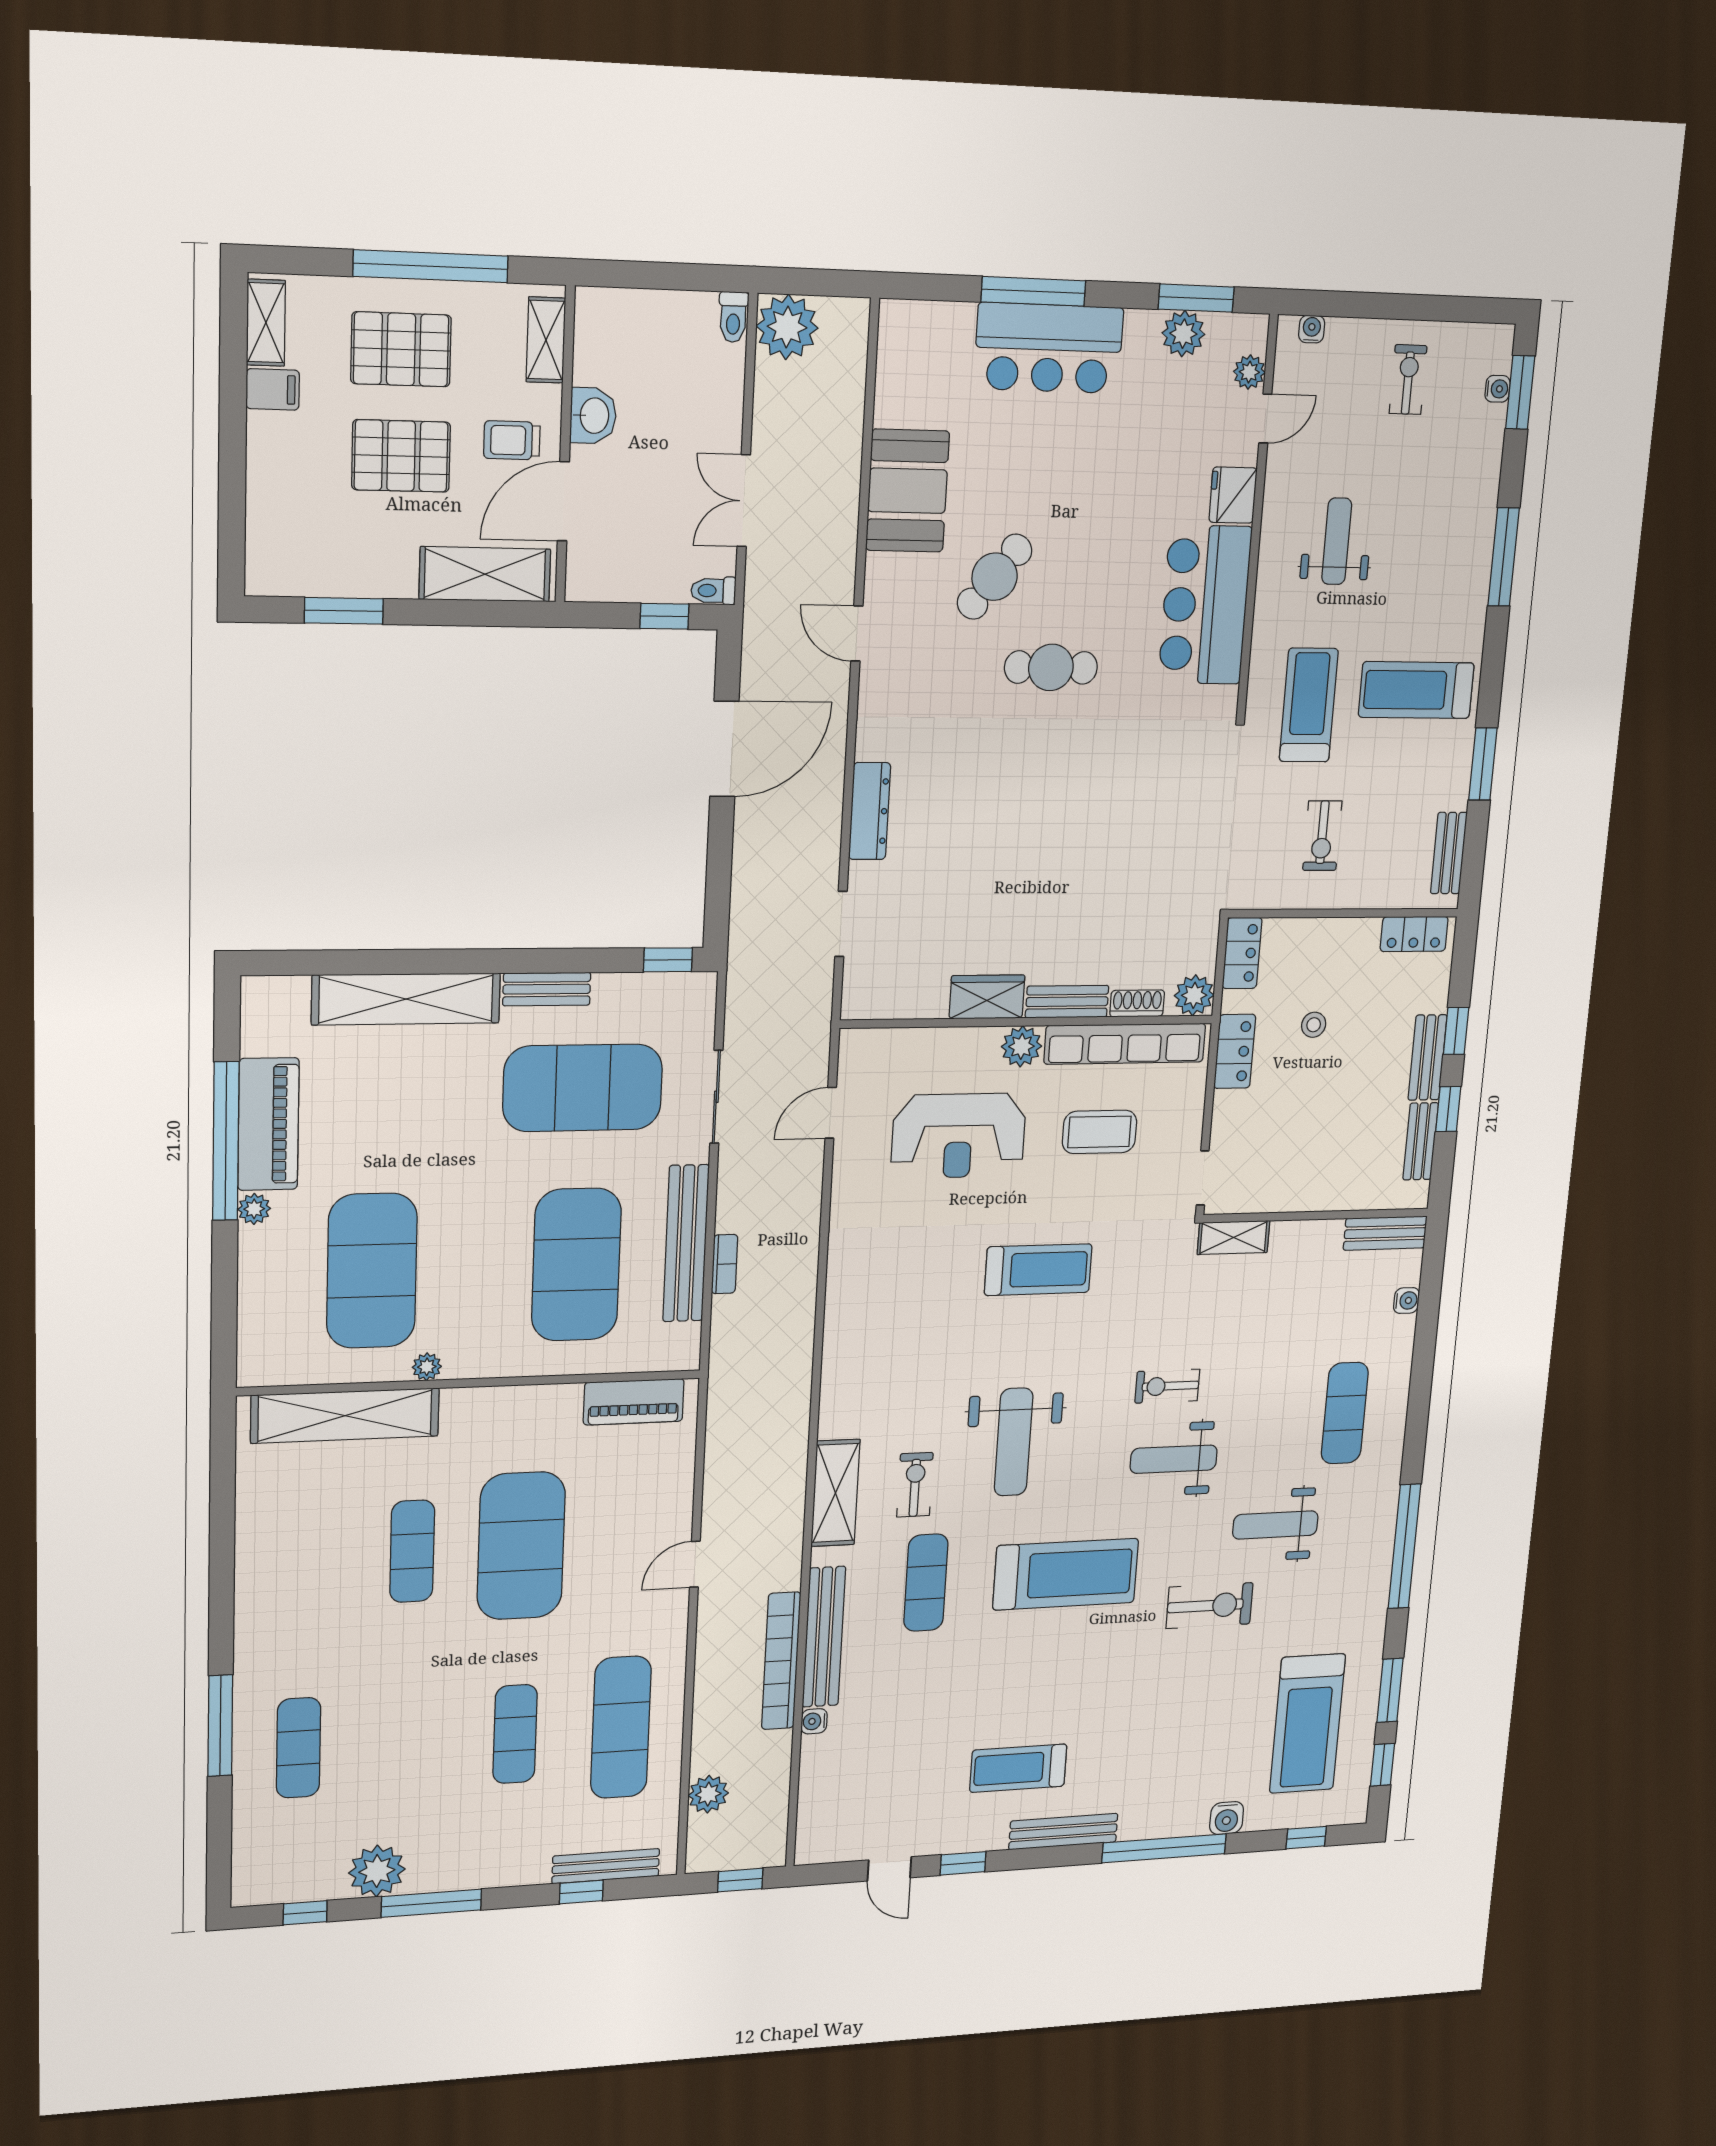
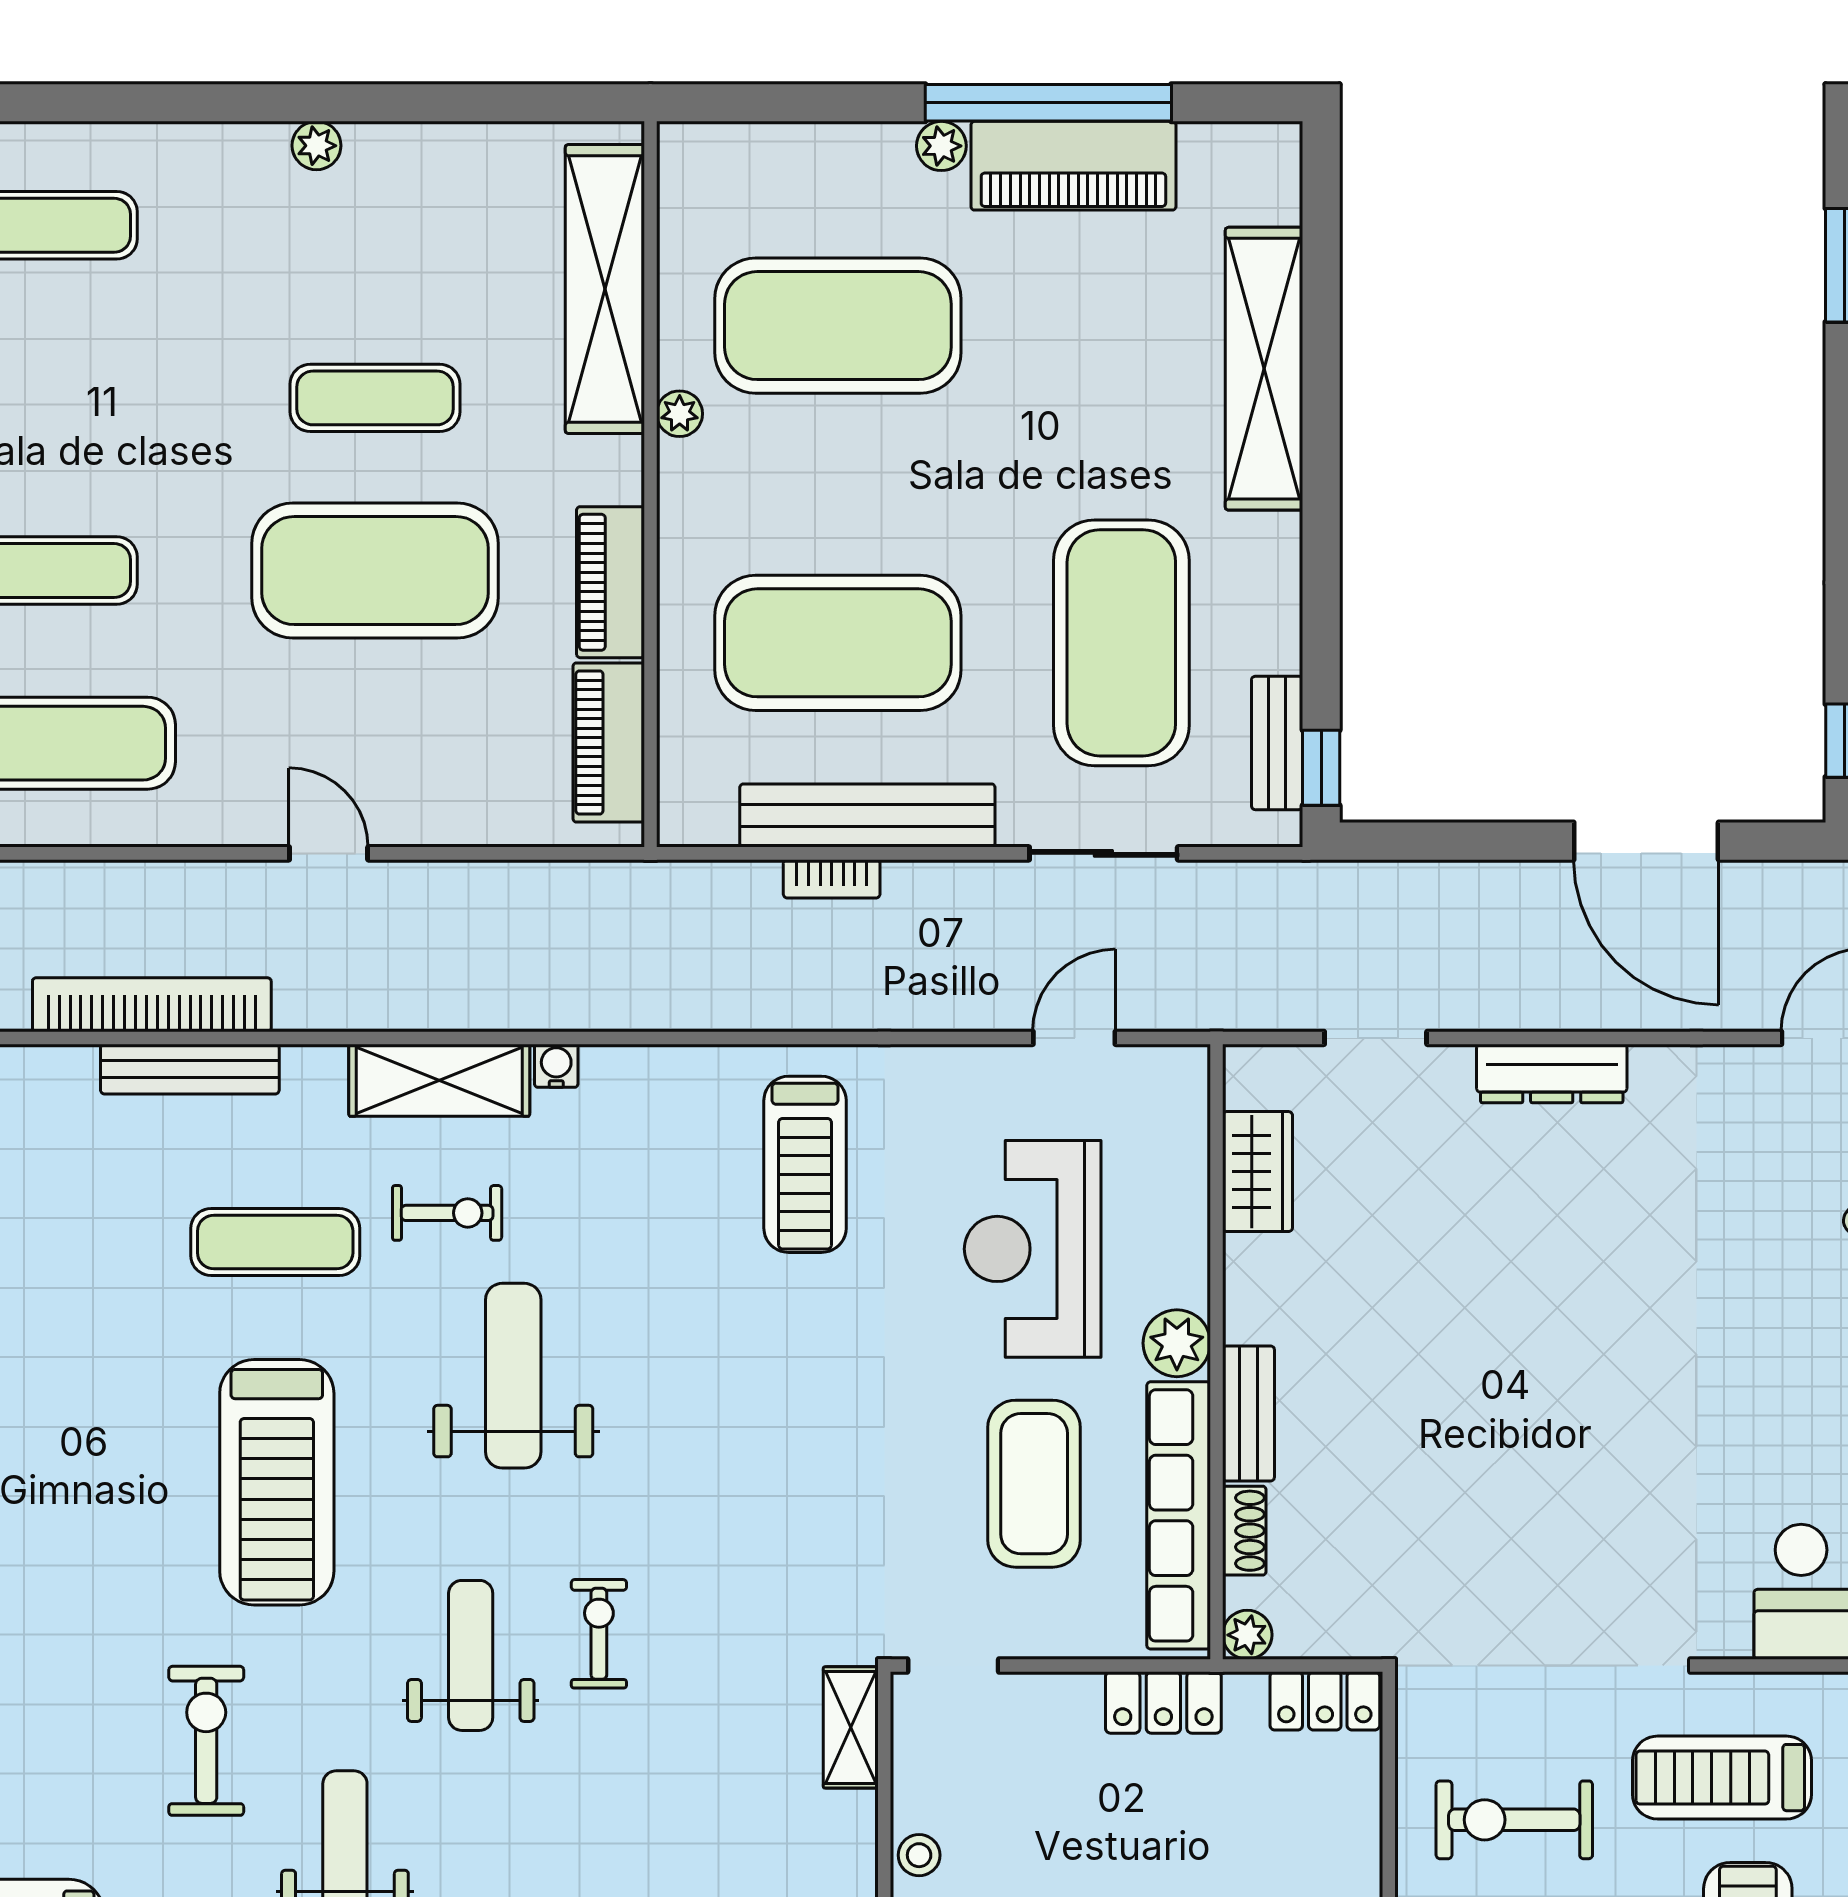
cafe table: (1051, 667) -> (1776, 1349), removed
treadmill: (1309, 705) -> (1722, 1778), turned 180
exercise bike: (1322, 836) -> (1514, 1820), width x1.38, depth x1.39
bench: (547, 989) -> (1277, 743), moved
plant: (1194, 995) -> (1247, 1635), width x0.73, depth x0.73
wardrobe: (987, 997) -> (1257, 1172), moved
stool: (1314, 1025) -> (919, 1855), moved
door: (831, 1113) -> (1074, 1038), hinge flipped
coffee table: (1099, 1132) -> (1034, 1484), width x1.36, depth x1.32
treadmill: (1038, 1270) -> (805, 1164), moved
piano: (533, 1405) -> (610, 582), added
weight bench: (1014, 1442) -> (513, 1376), turned 90
plant: (249, 1595) -> (316, 146), added
exercise bike: (1210, 1606) -> (206, 1741), turned 180
bench: (824, 1637) -> (190, 1069), width x0.73, depth x0.82
water cooler: (814, 1721) -> (556, 1066), moved
window: (220, 1726) -> (98, 103), removed

